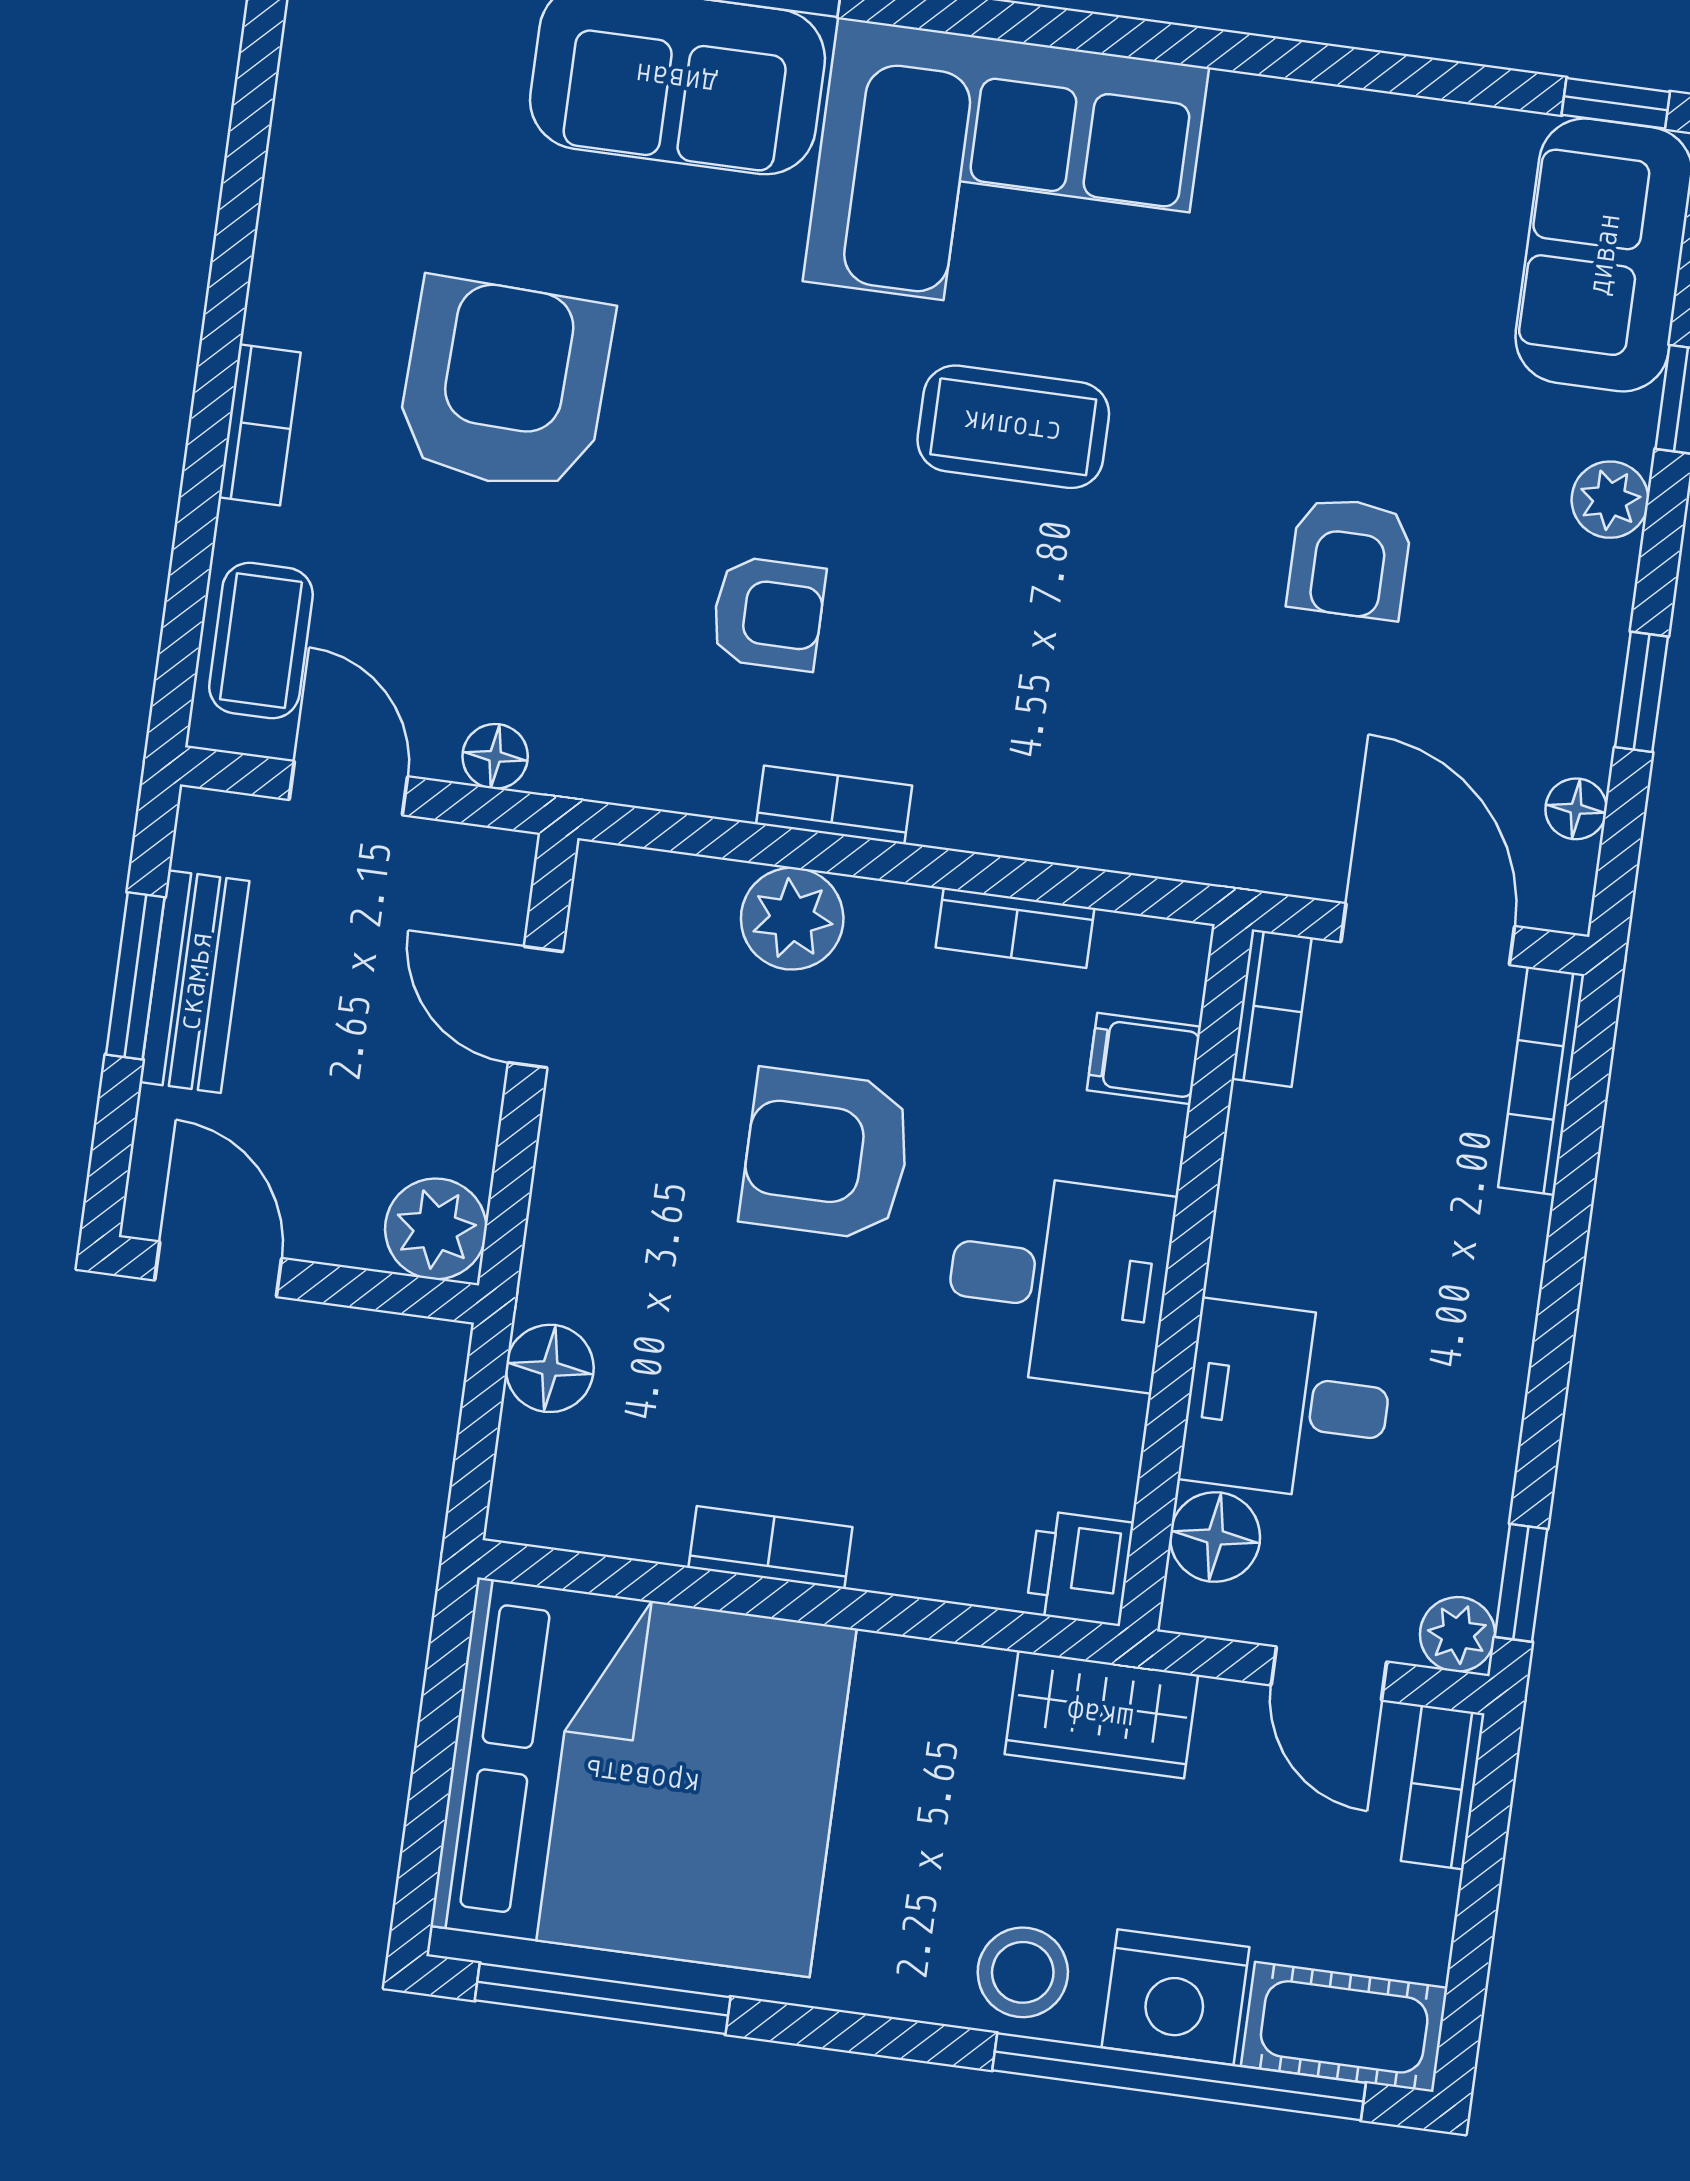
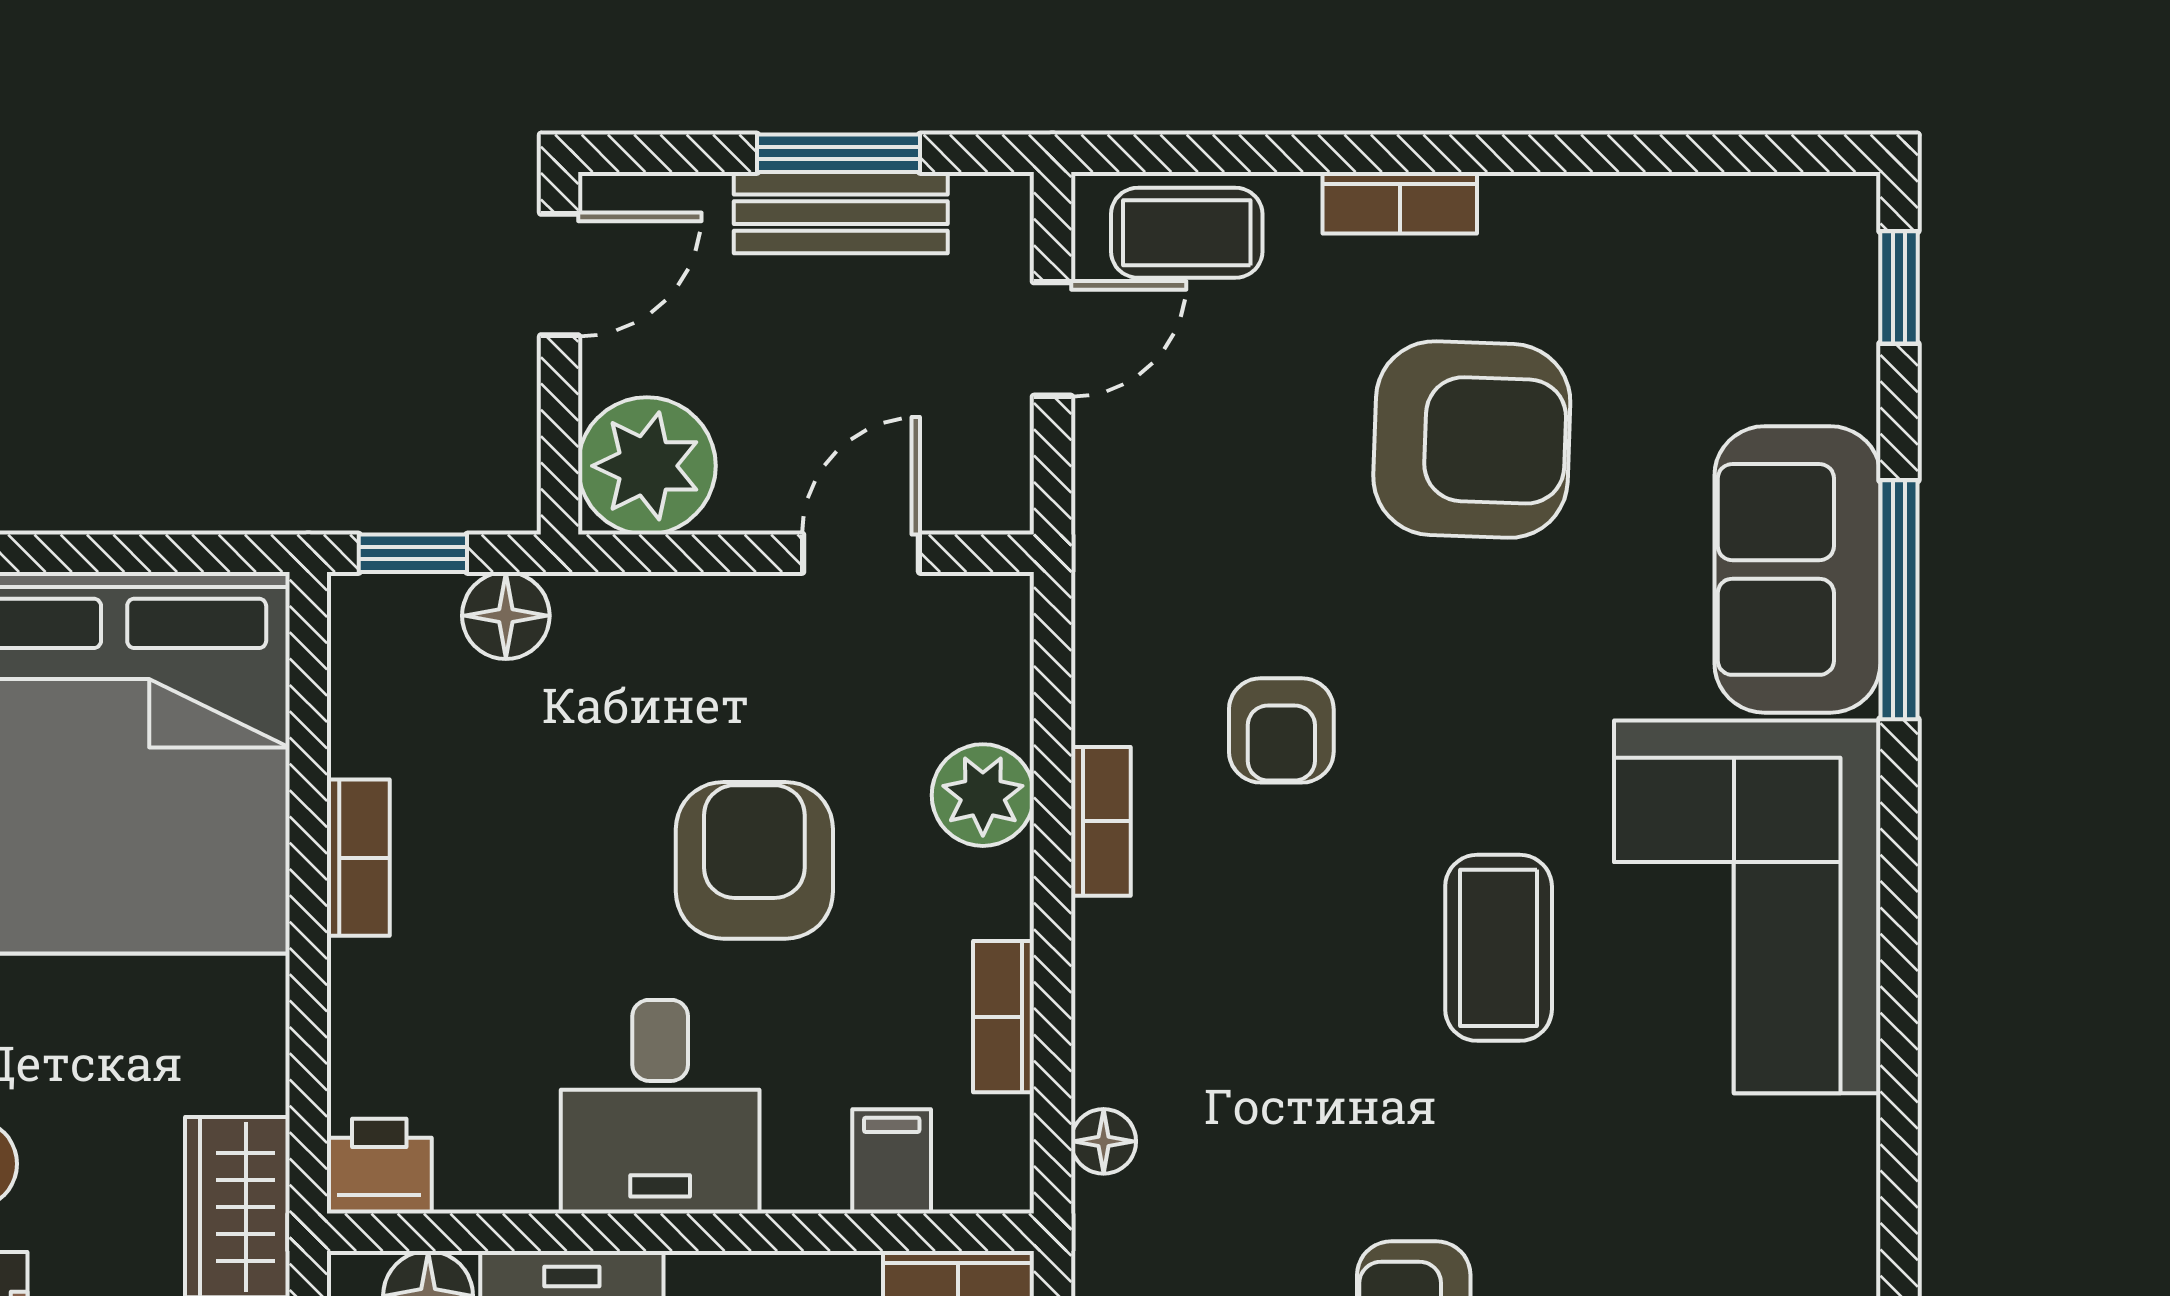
floor lamp: (495, 756) -> (1104, 1141), moved
plant: (436, 1229) -> (647, 466), width x1.36, depth x1.36
window: (475, 1452) -> (413, 553), added

